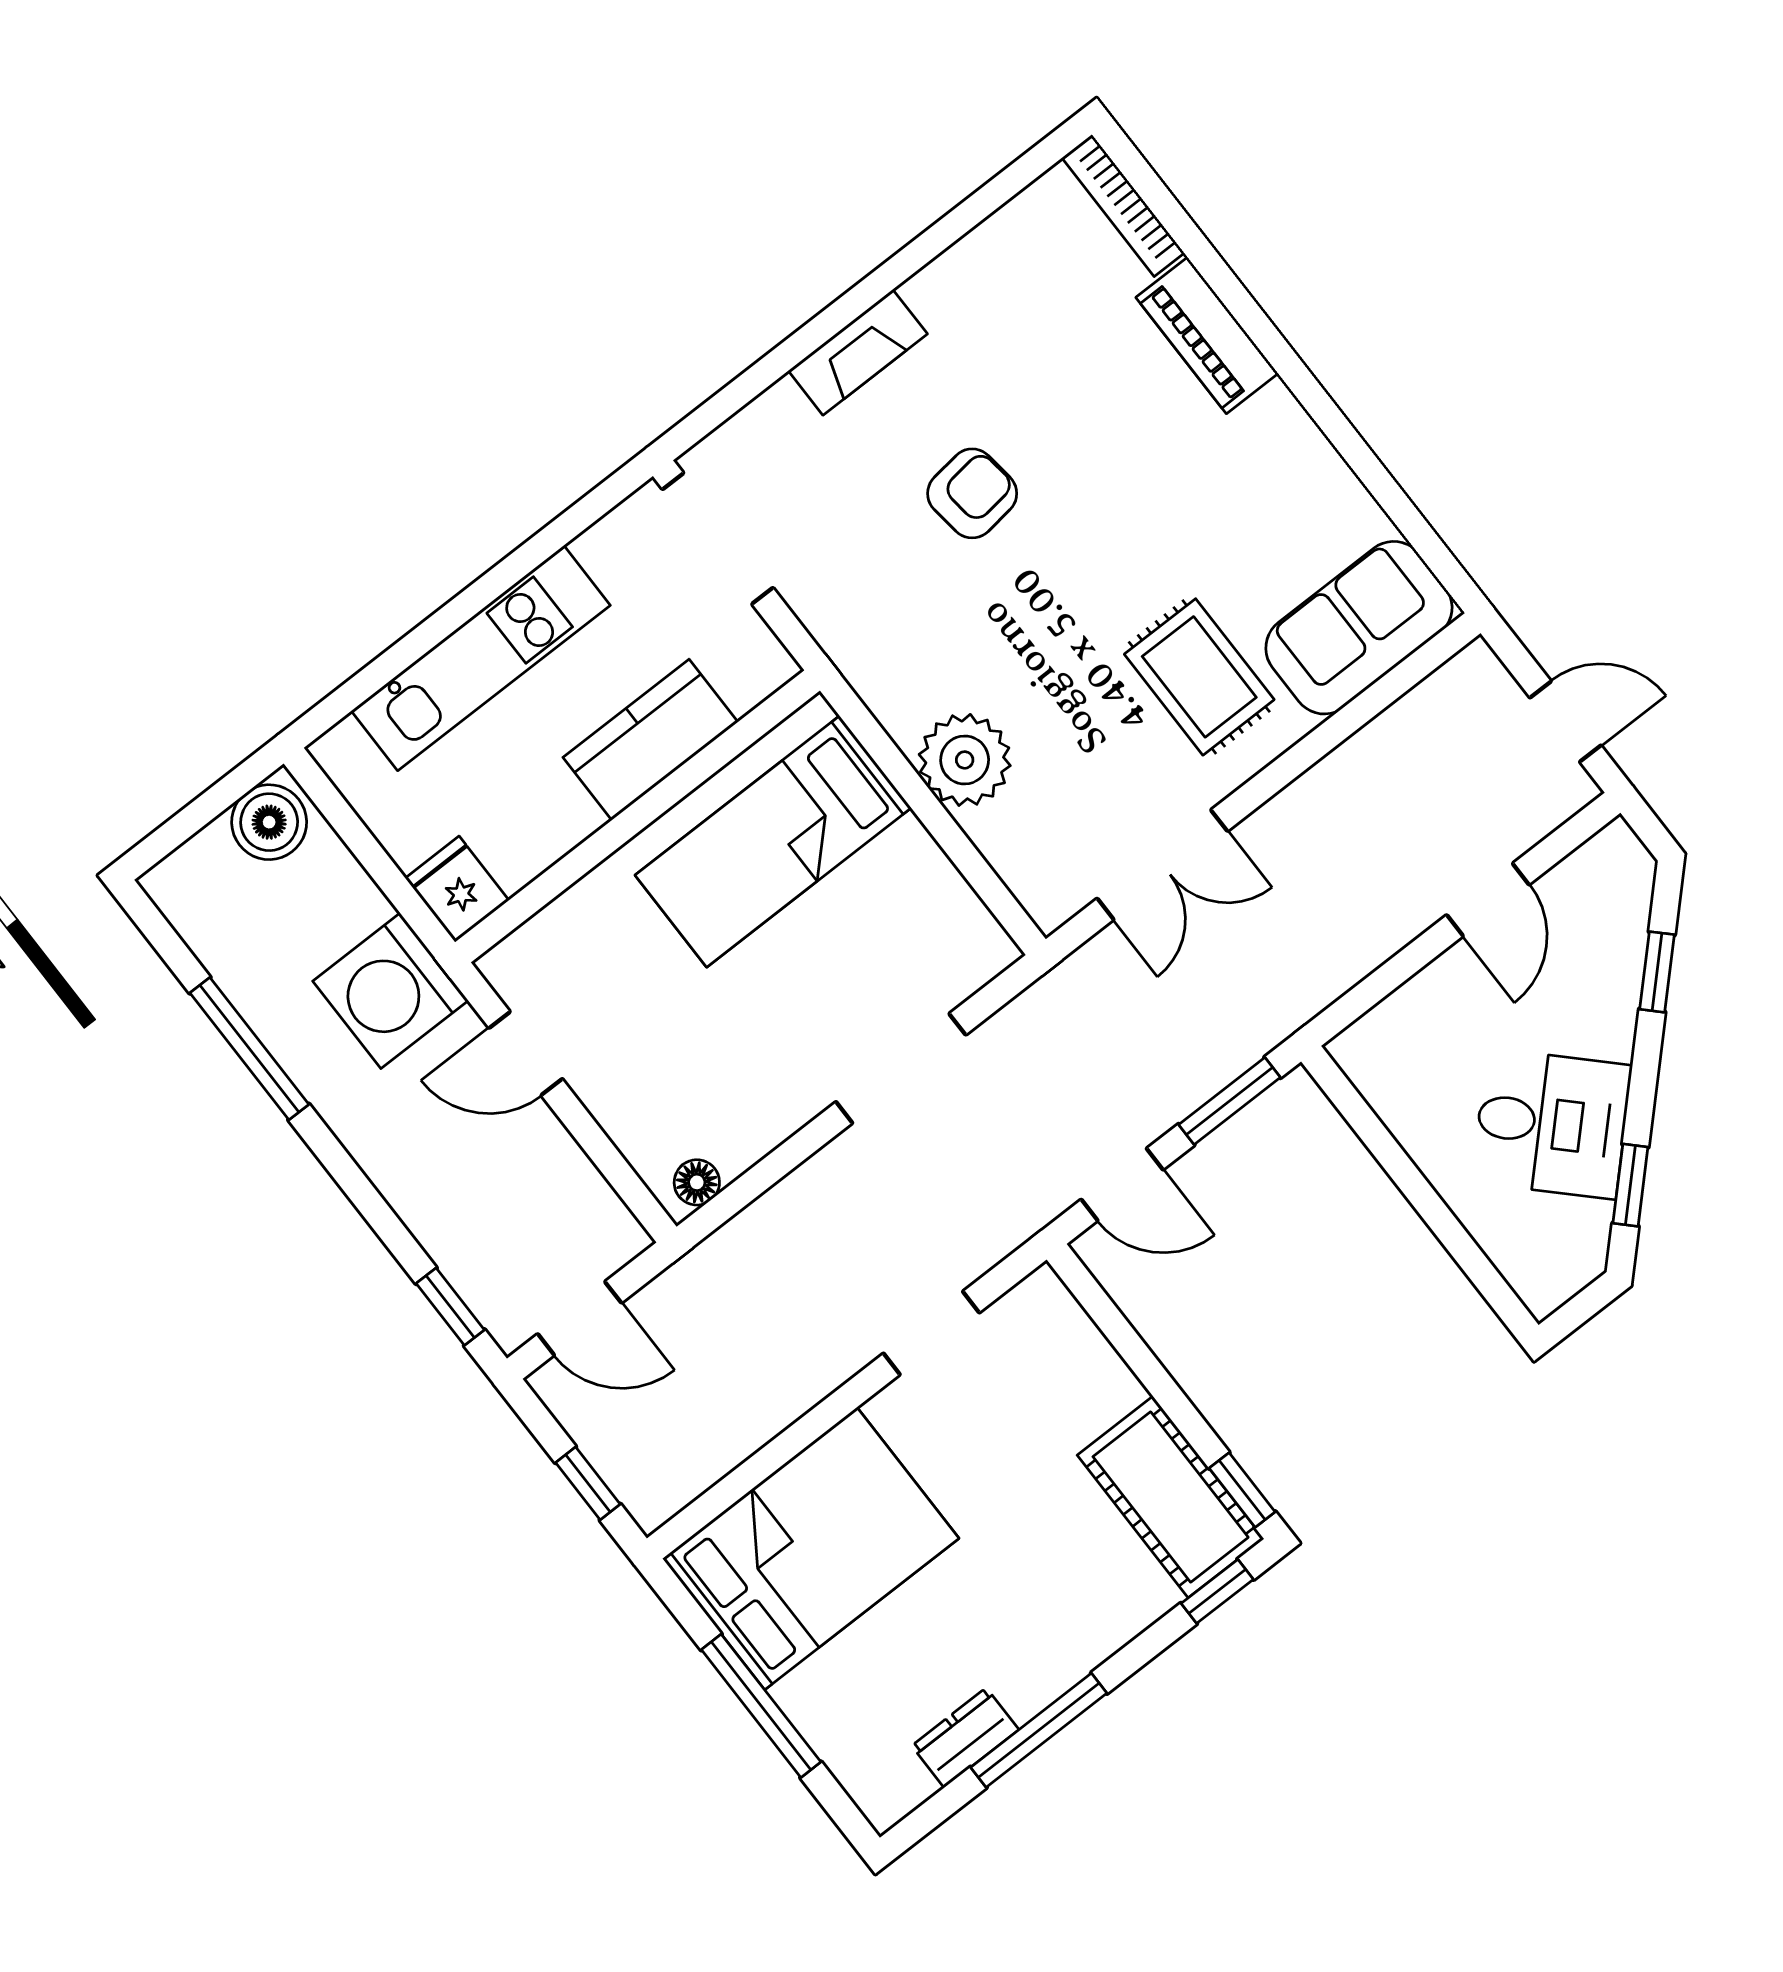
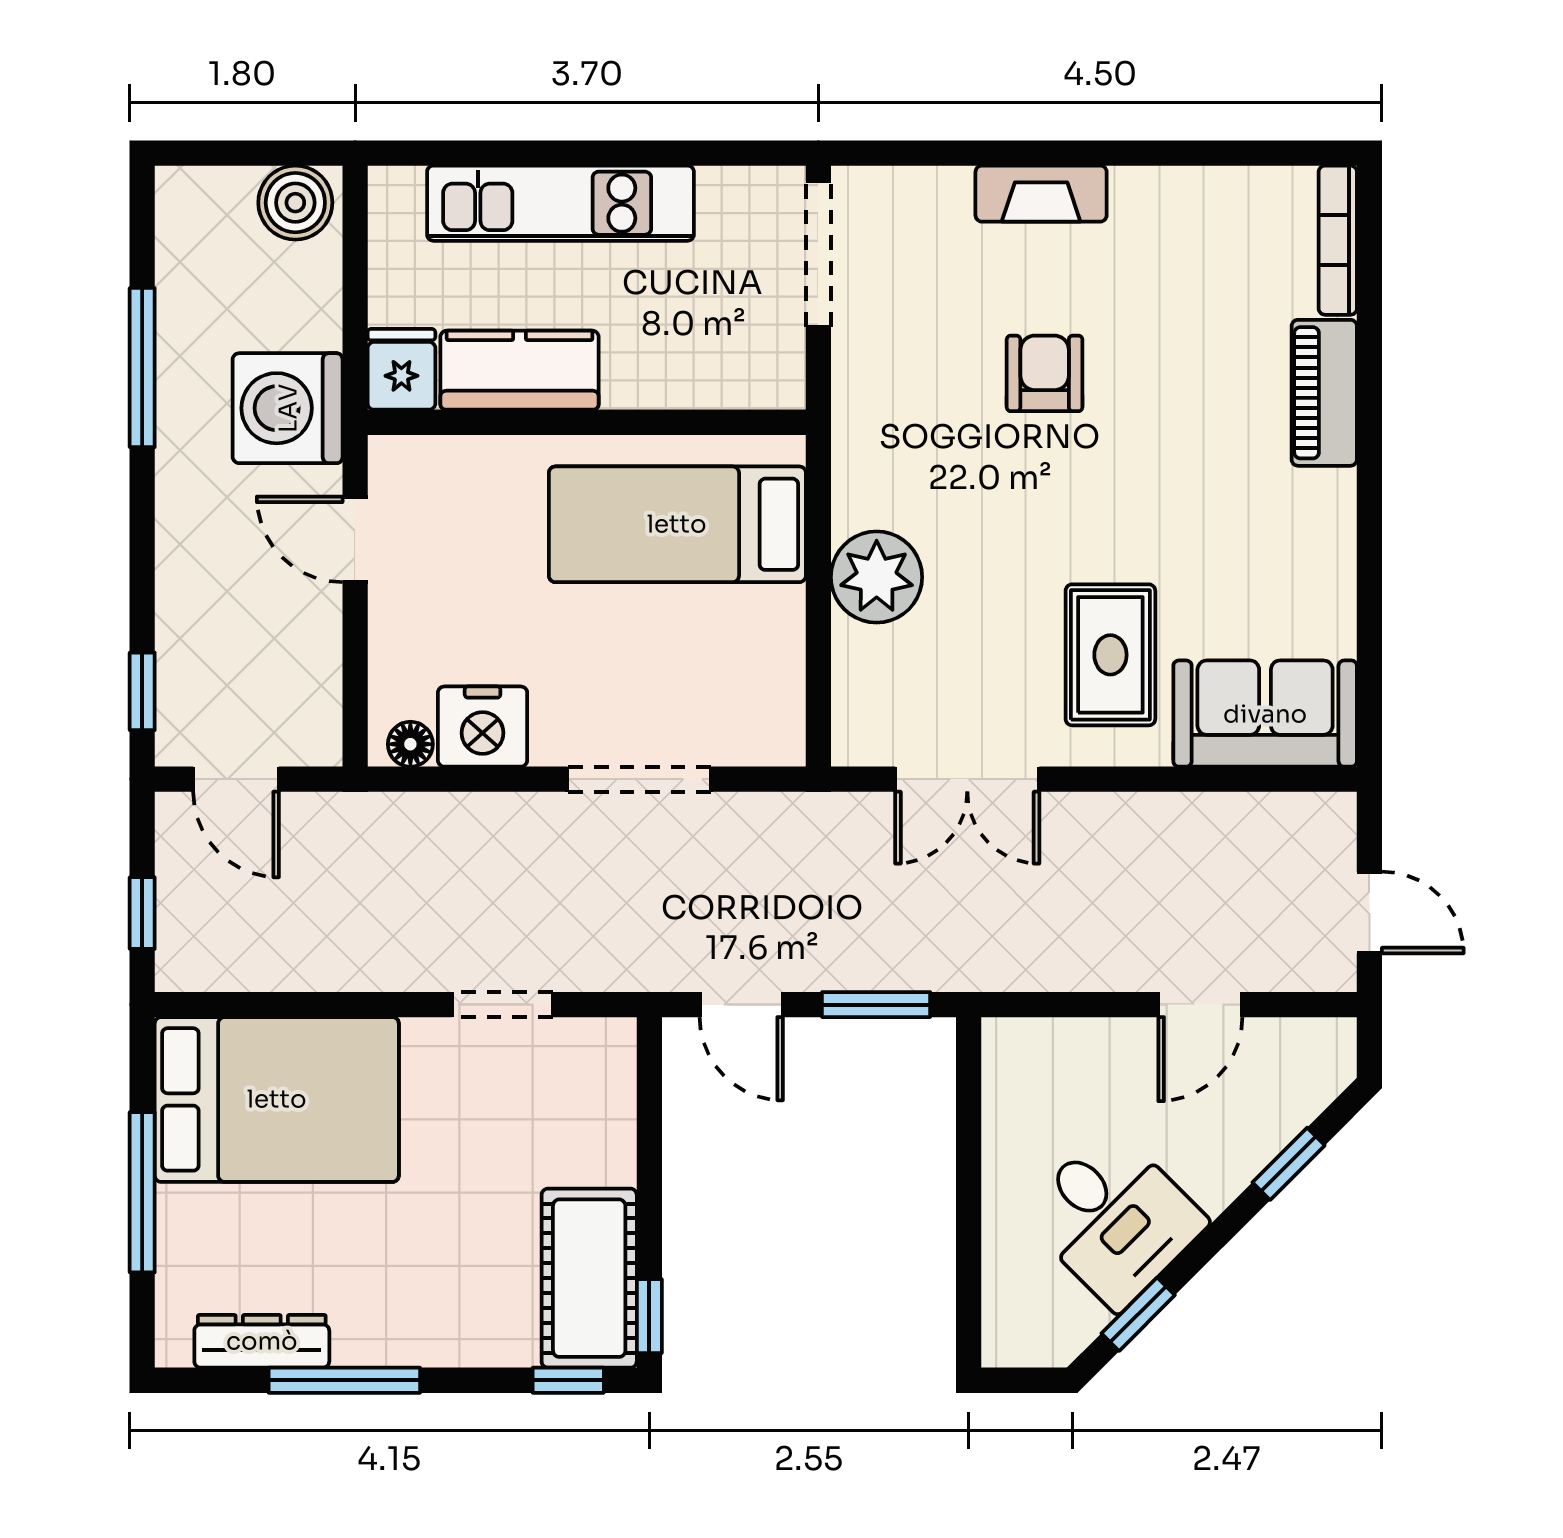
armchair: (972, 493) -> (1045, 373), turned -83
kitchen counter: (651, 740) -> (520, 370), moved
nightstand: (743, 1124) -> (483, 727), added
dresser: (965, 1738) -> (262, 1341), width x1.44

